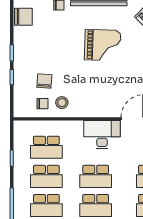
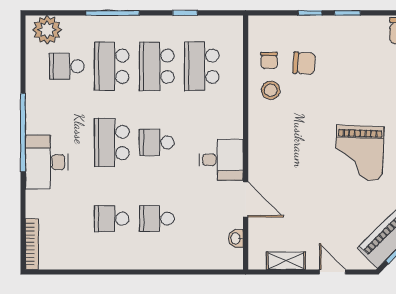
desk: (102, 135) -> (221, 160), width x0.73
school desk: (96, 176) -> (157, 142), width x0.54

